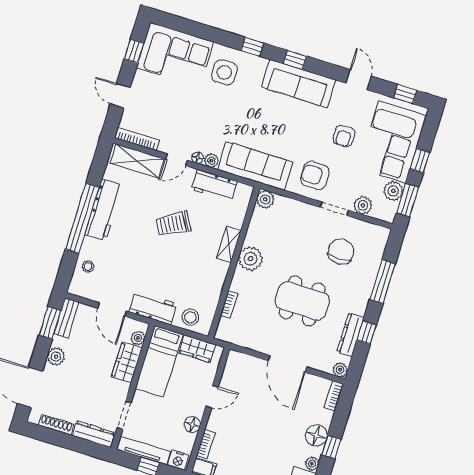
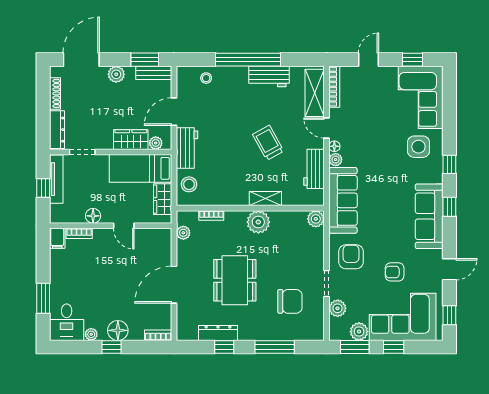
workbench: (104, 210) -> (269, 76), width x0.73
plant: (340, 370) -> (183, 233), moved
nightstand: (178, 460) -> (57, 213), removed

